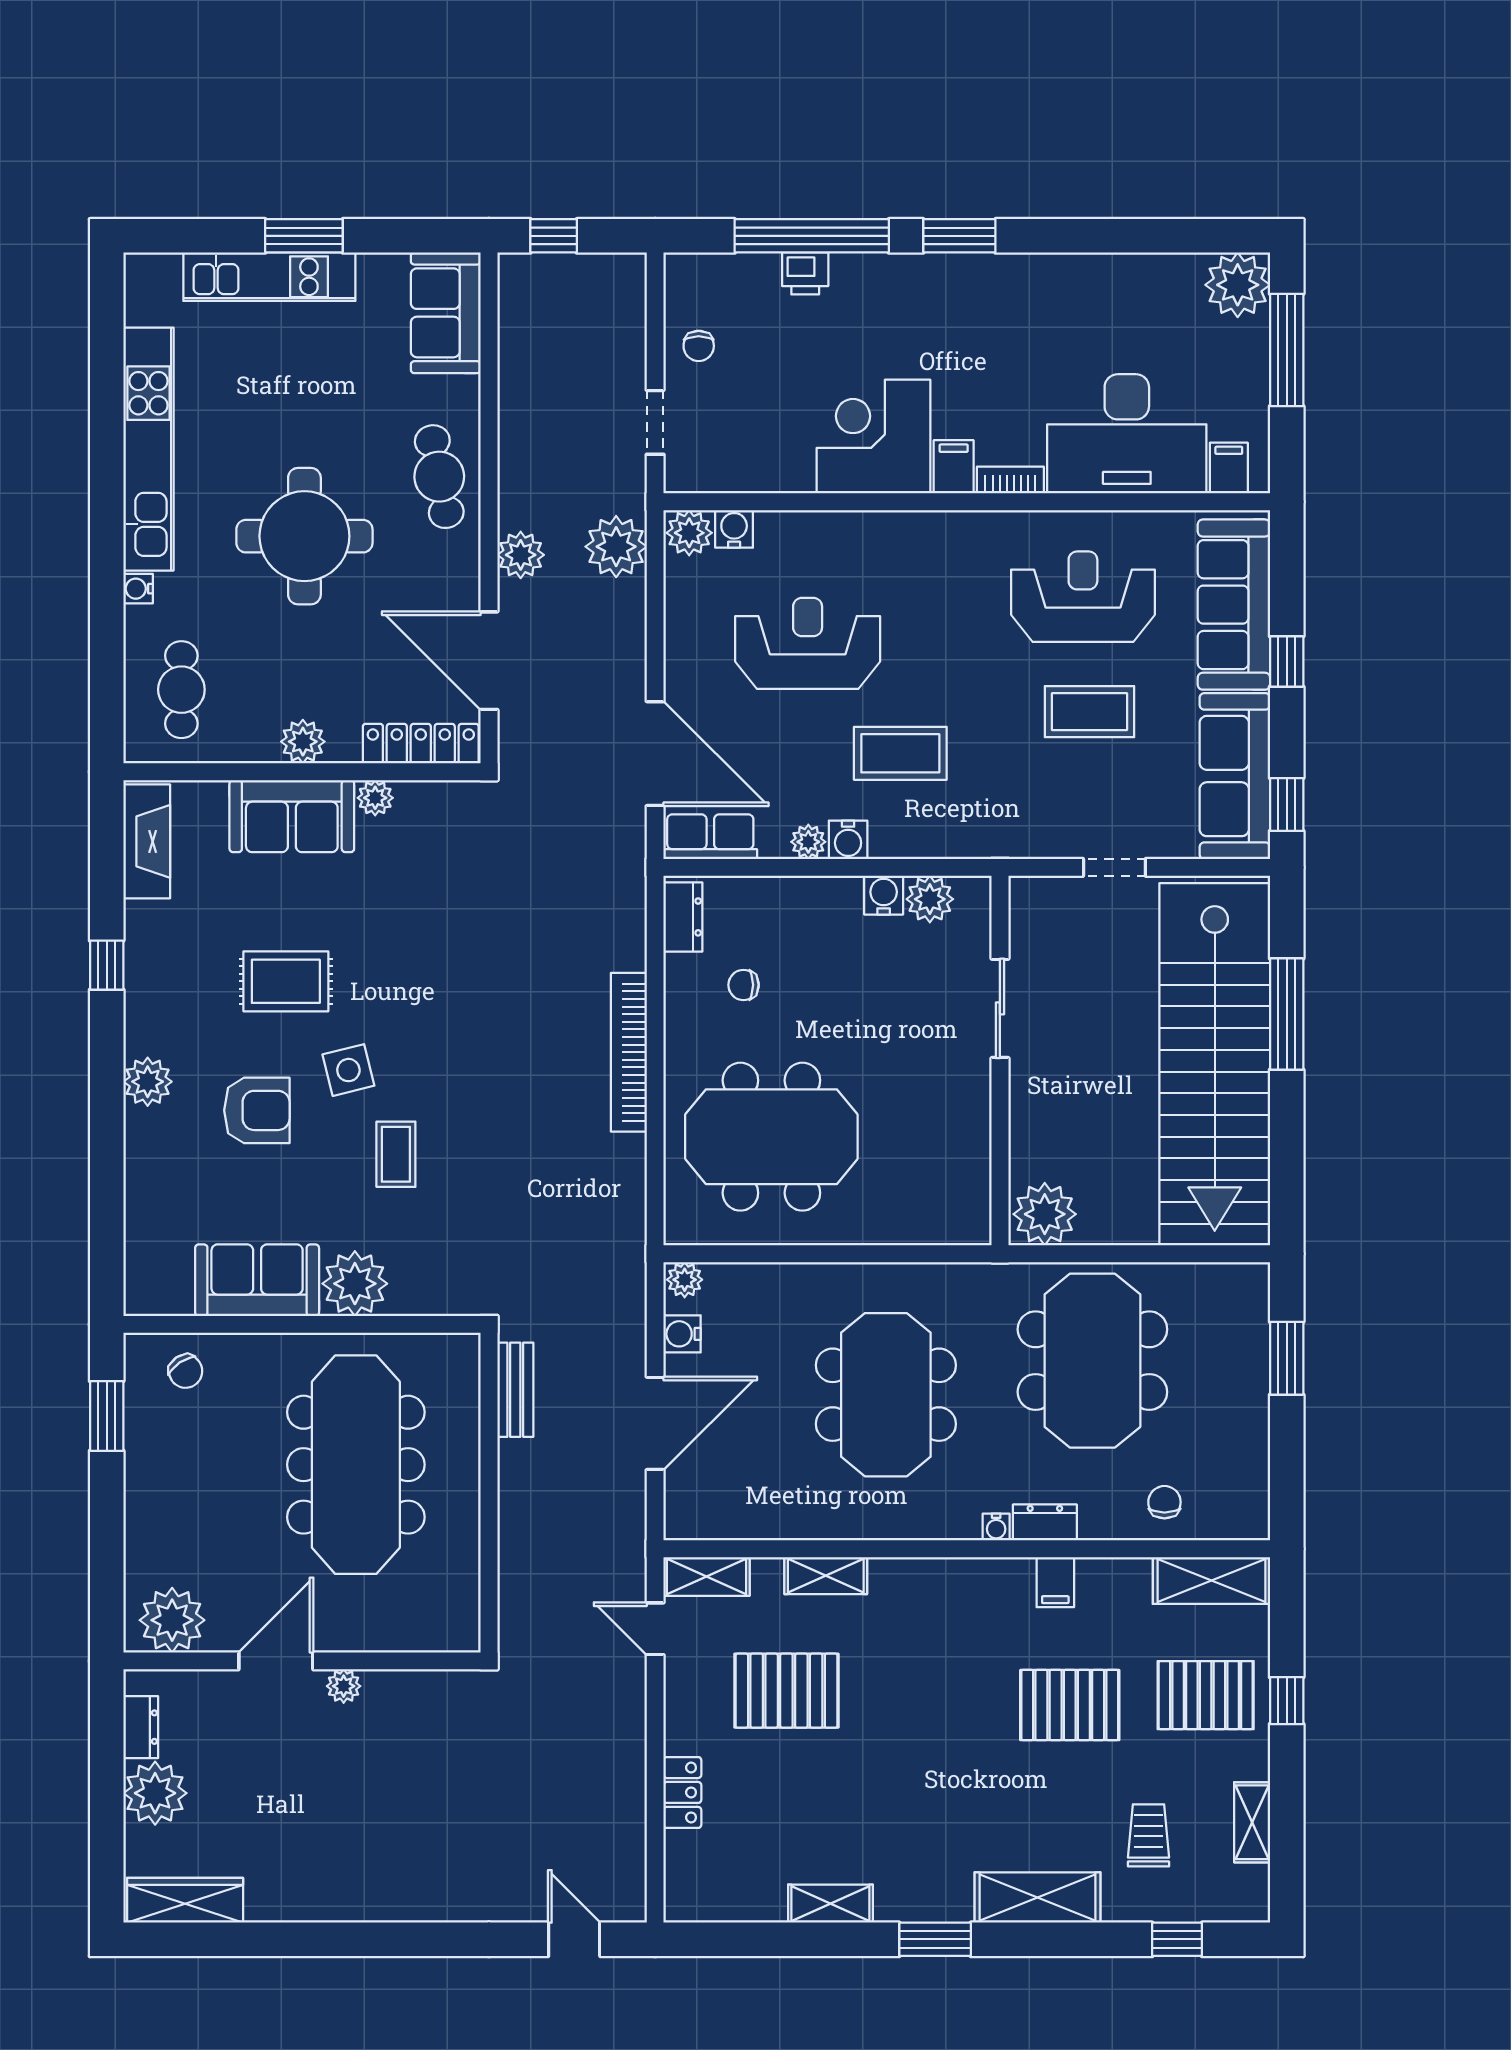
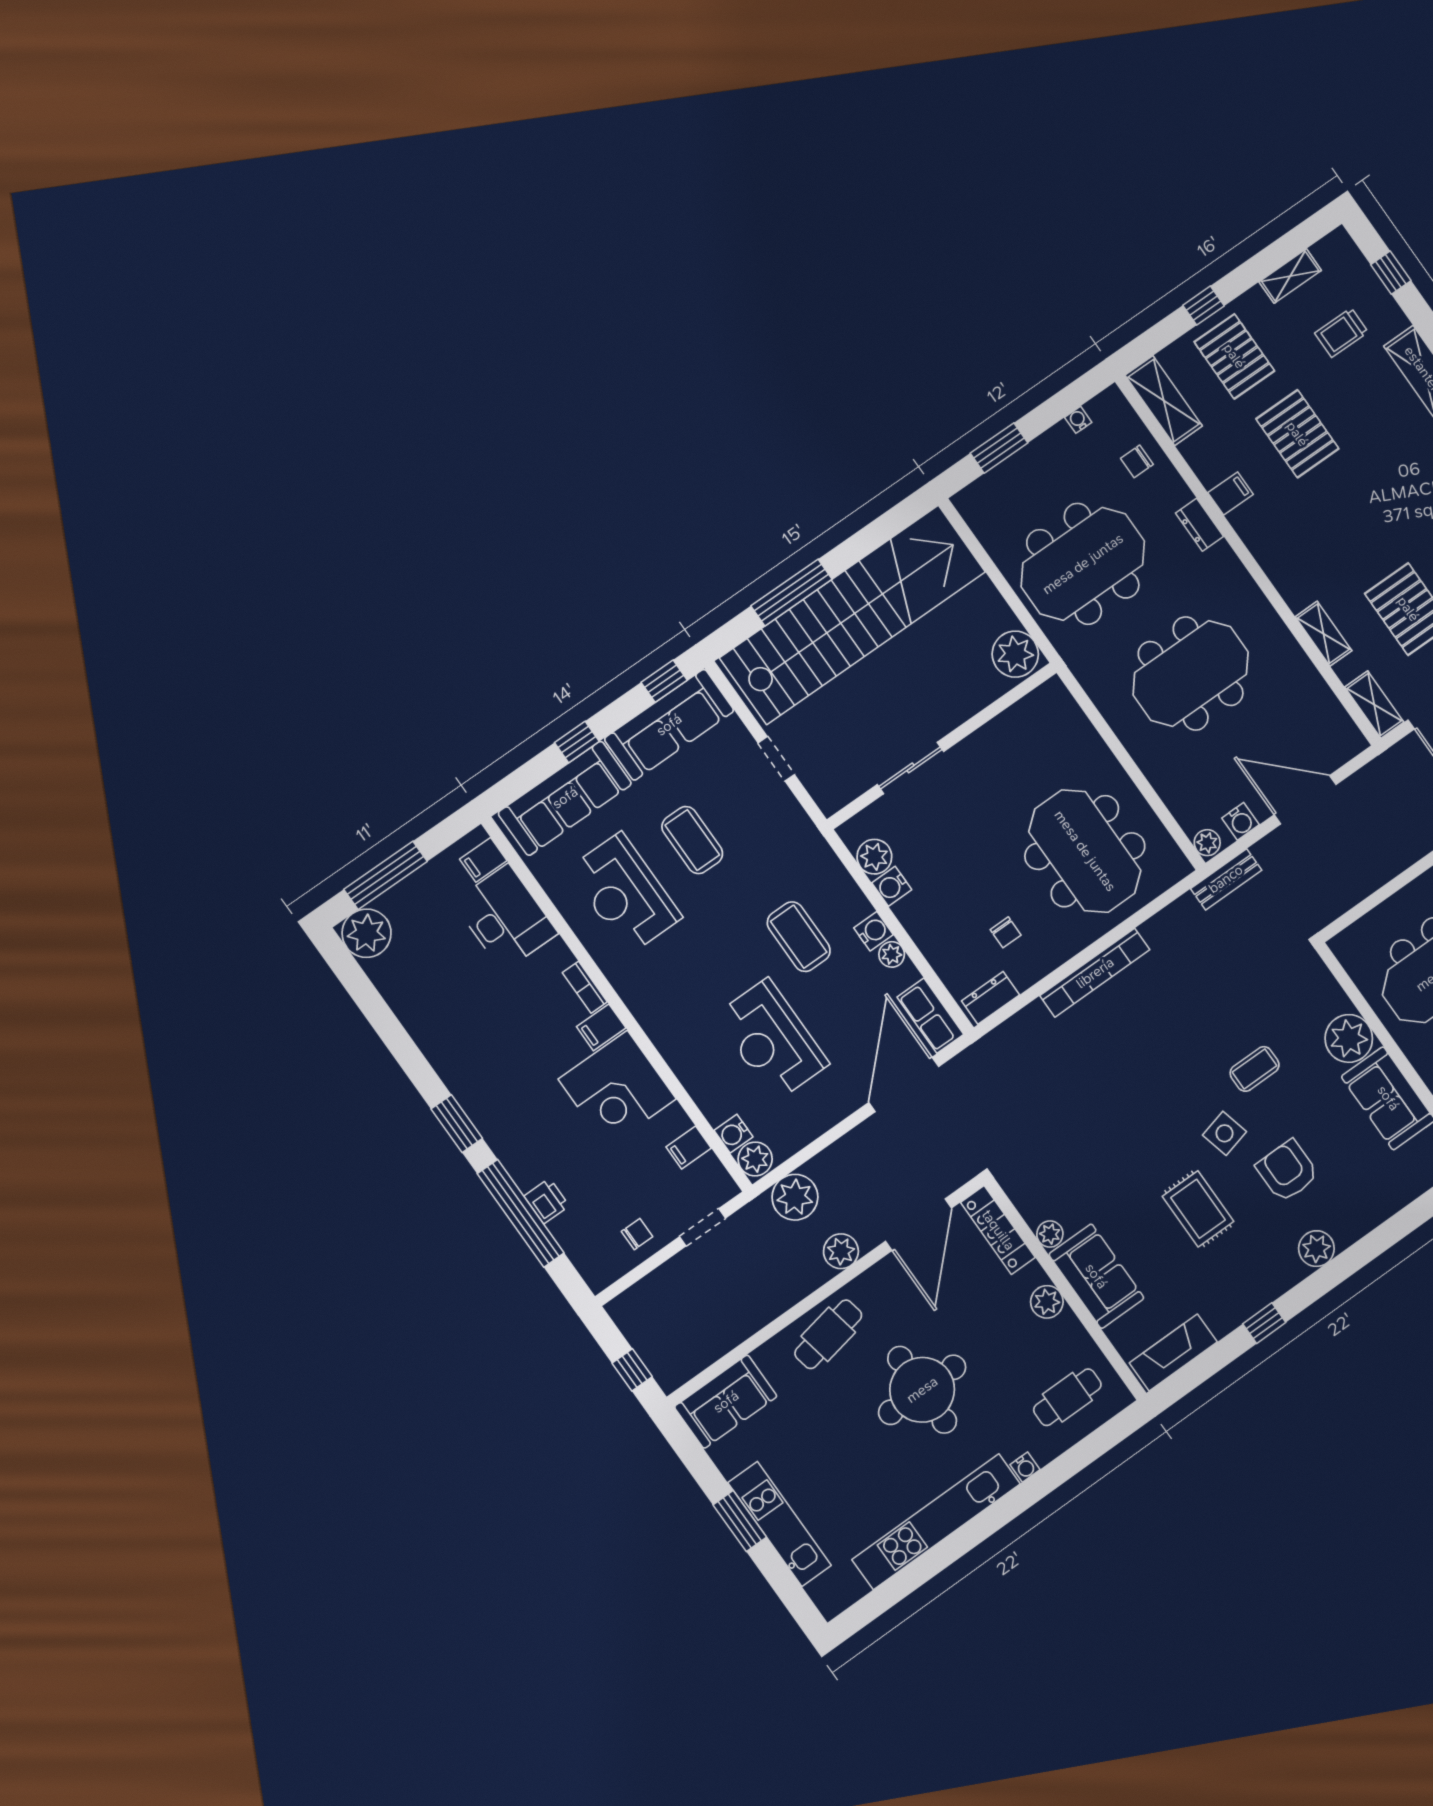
desk: (1127, 434) -> (505, 918), width x0.73, depth x0.77
filing cabinet: (754, 469) -> (689, 1148), added
bench: (515, 1390) -> (1226, 879), moved
water cooler: (996, 1527) -> (1078, 420), moved, turned -90

